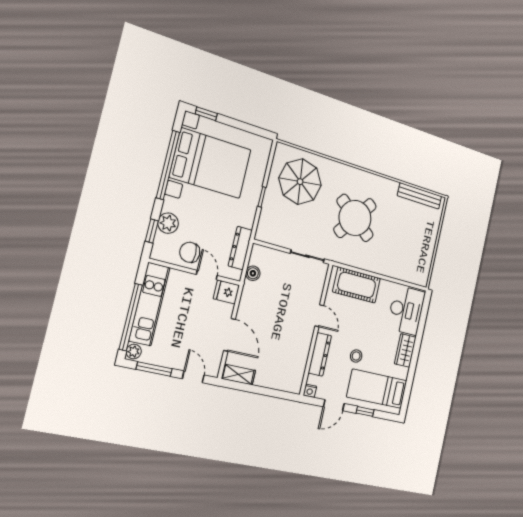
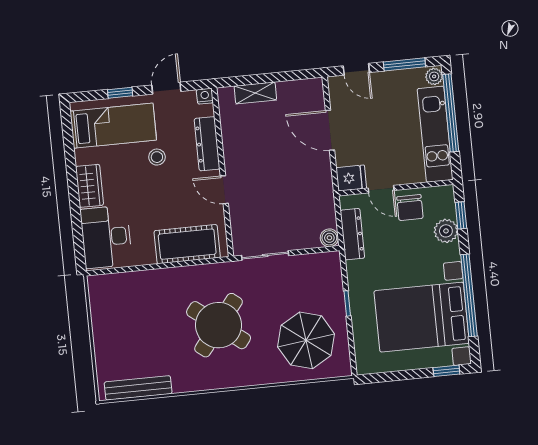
chair: (190, 252) -> (410, 208), turned 90
boiler: (253, 273) -> (329, 238), moved
shelving: (238, 374) -> (255, 93), moved

